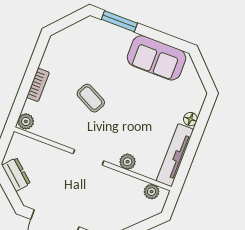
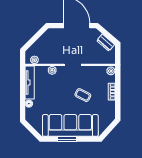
window: (119, 21) -> (67, 139), moved
sofa: (157, 58) -> (70, 125), width x1.85, depth x1.27

